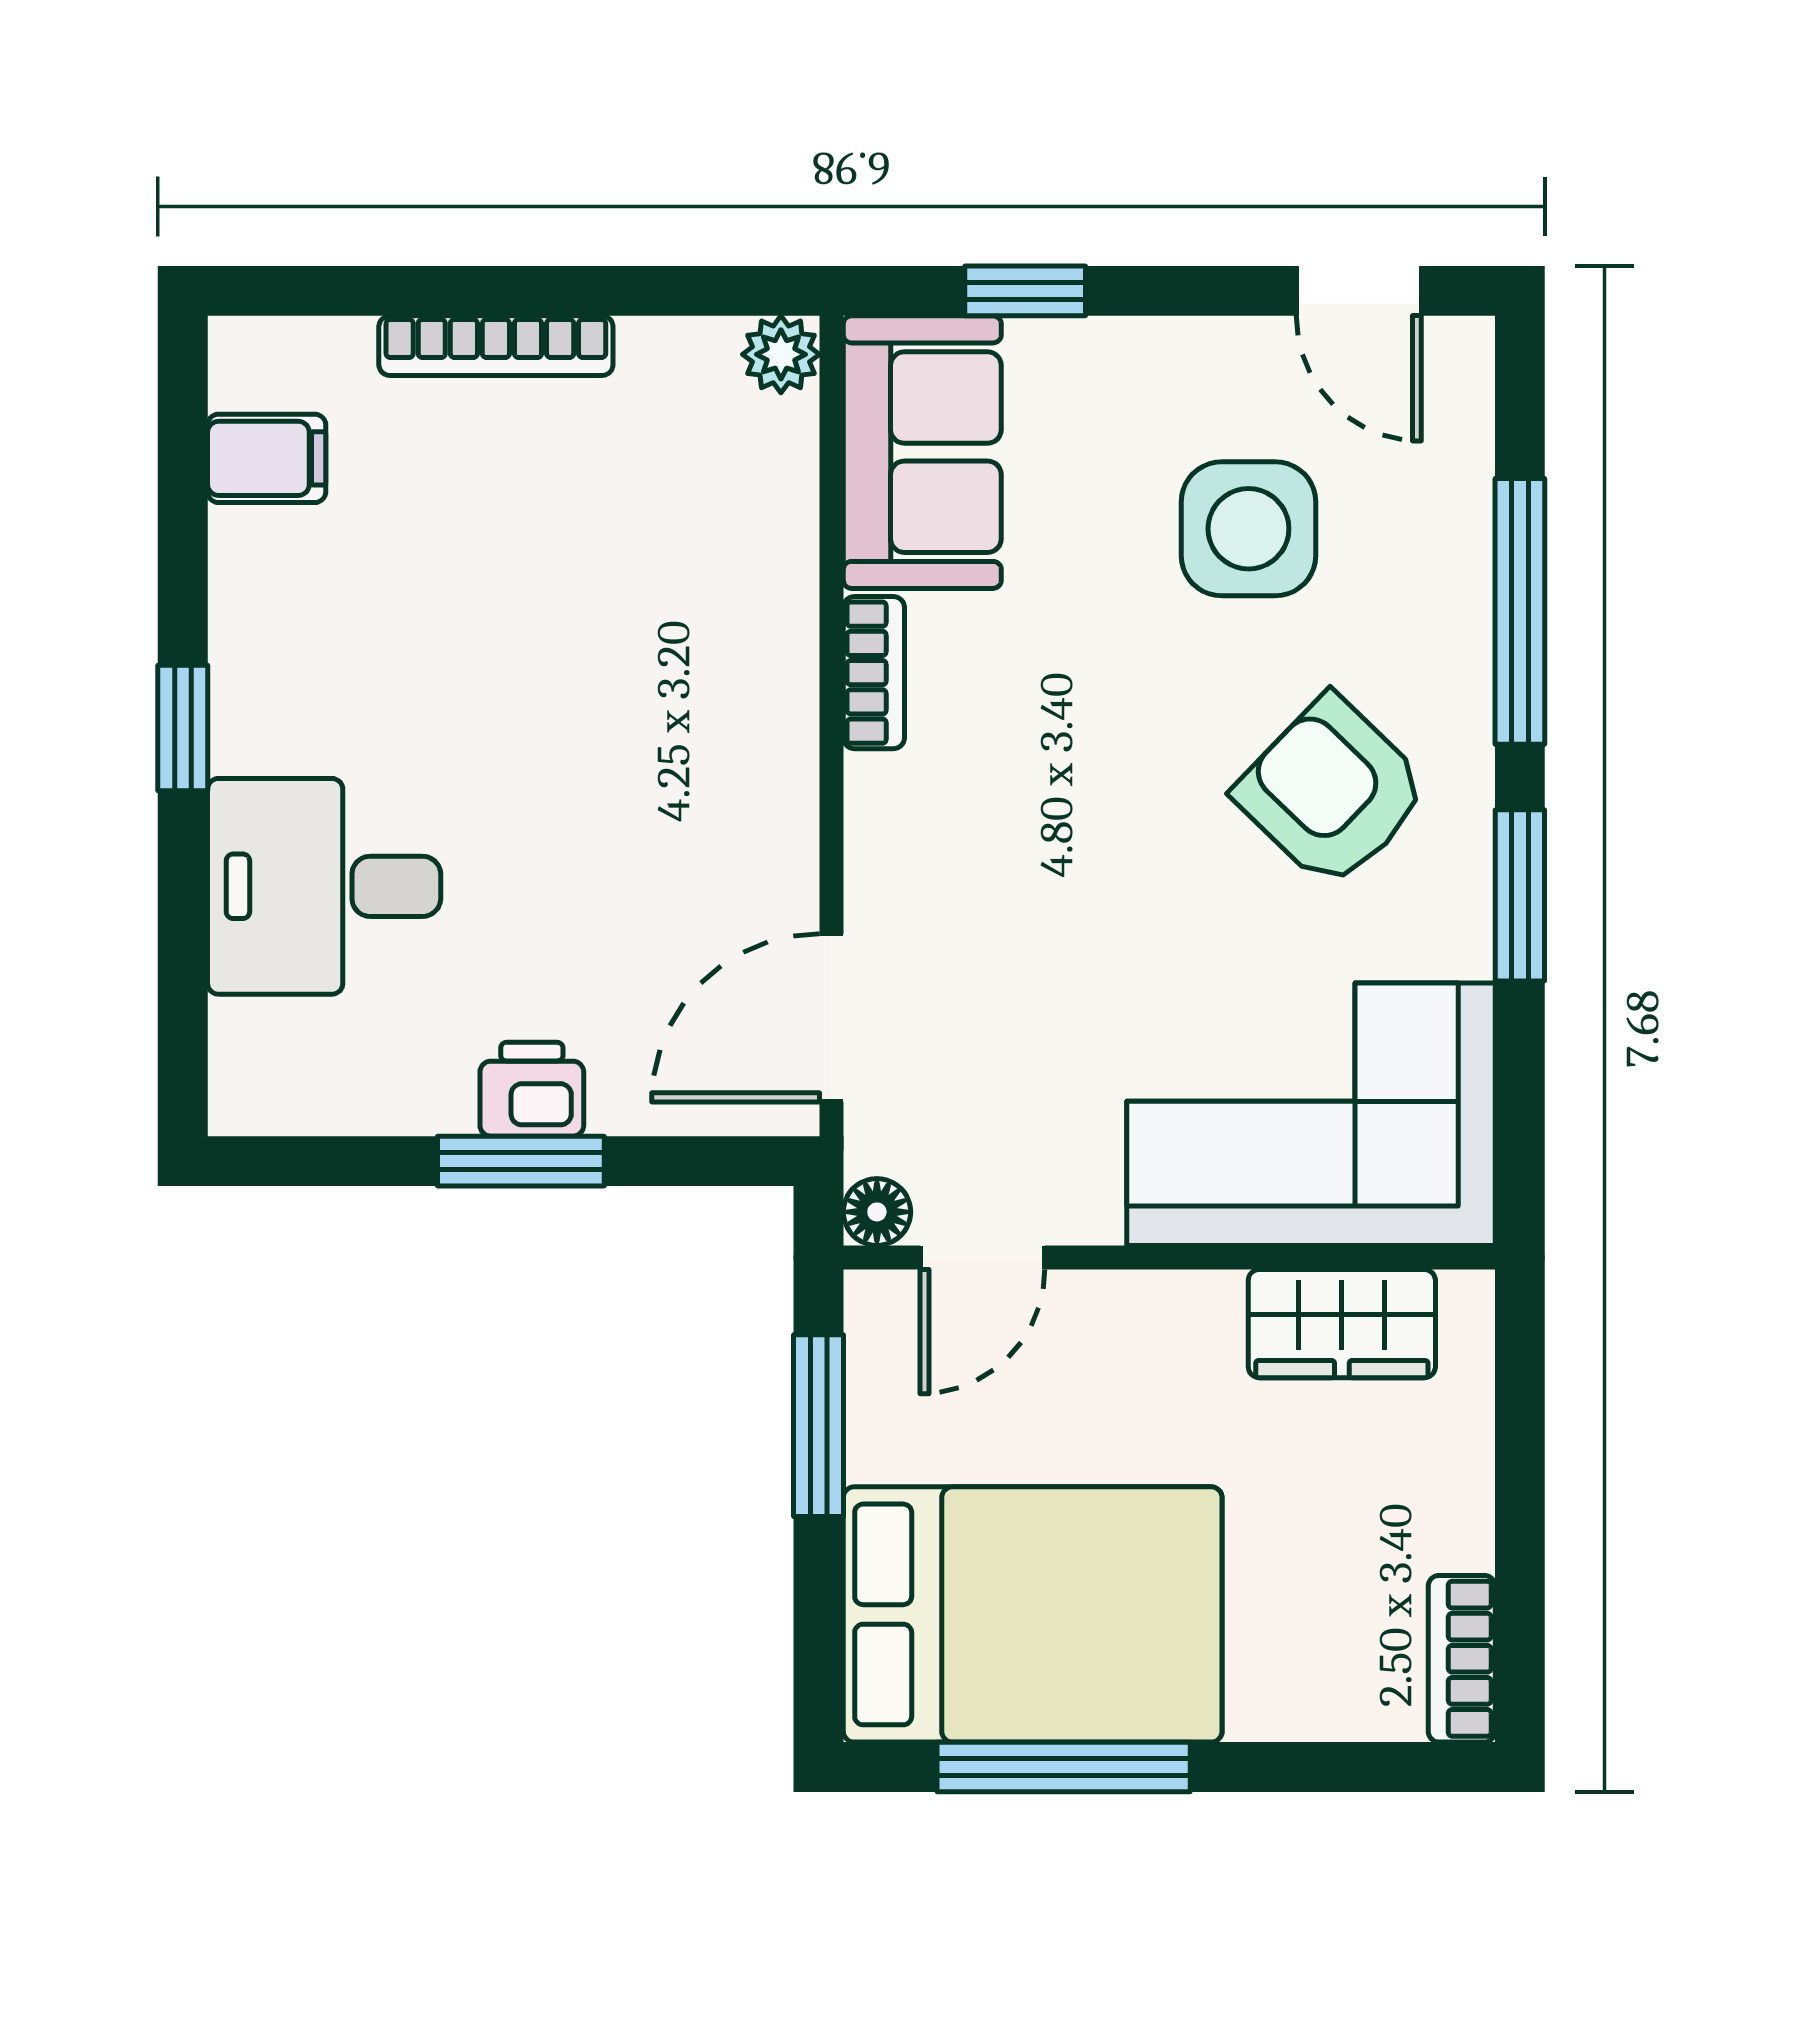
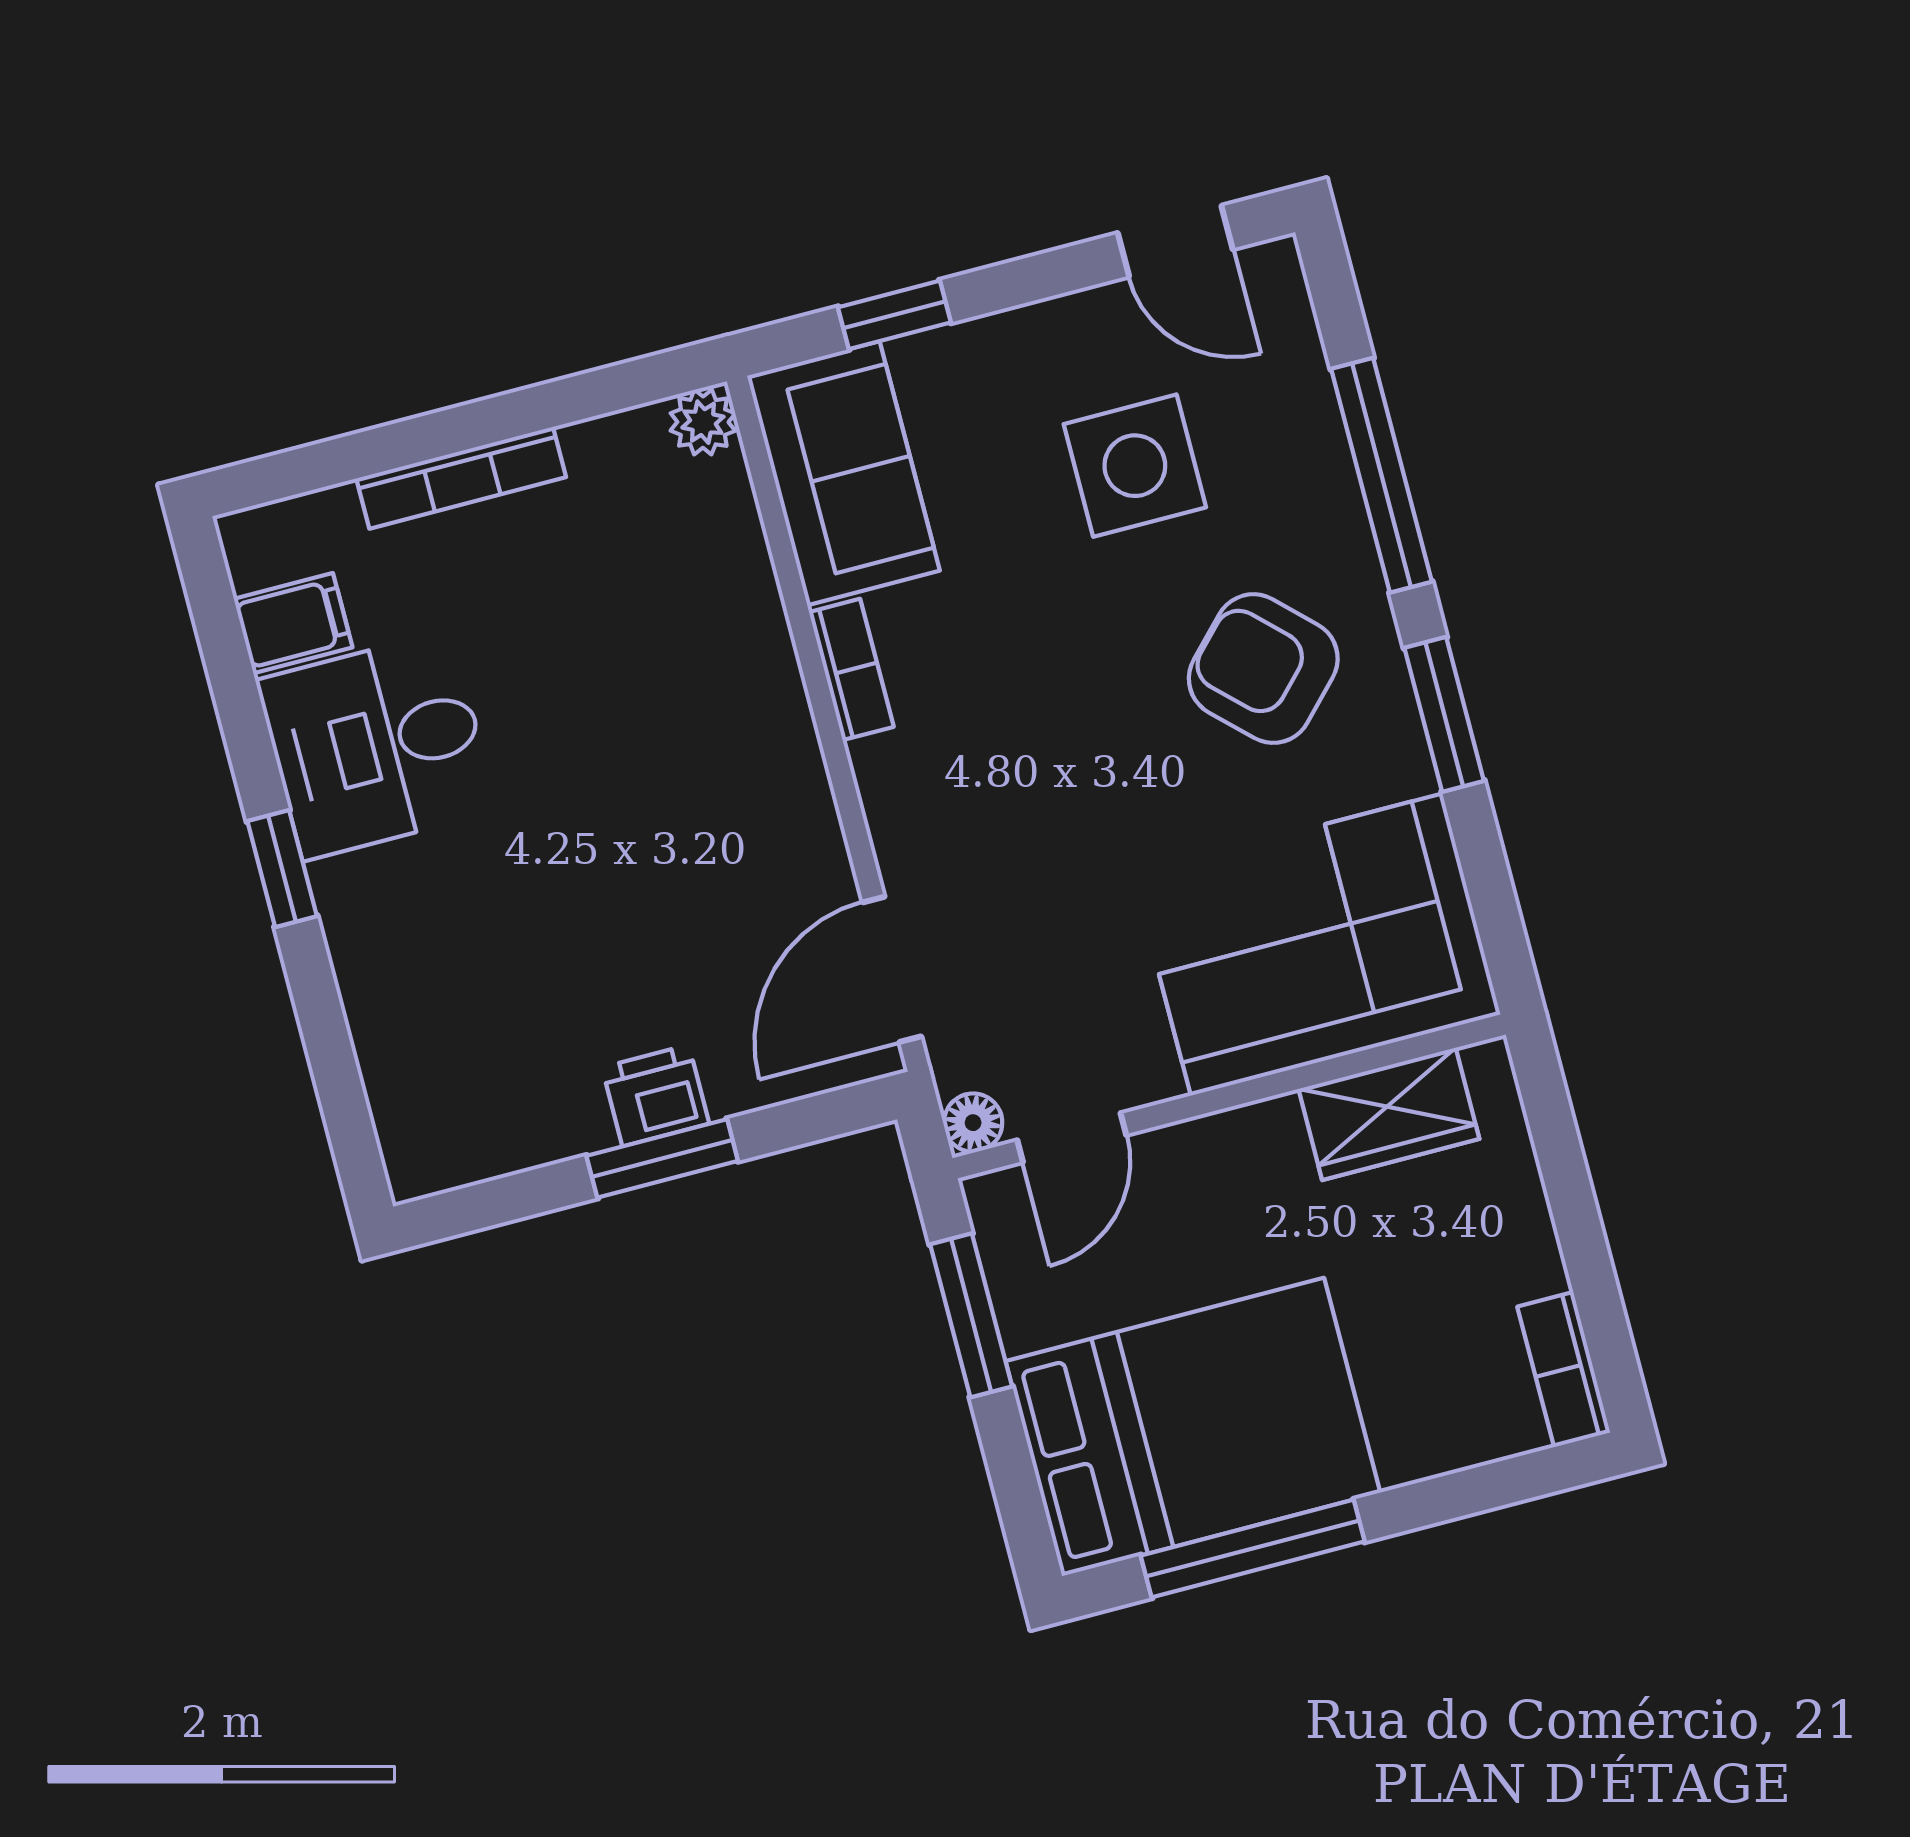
desk: (324, 886) -> (377, 745), moved

